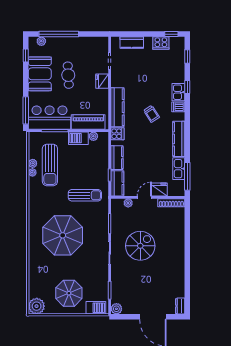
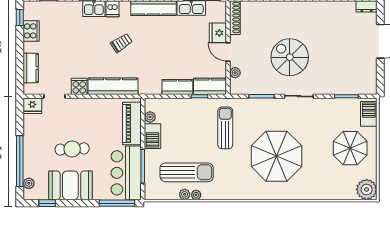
fridge: (102, 81) -> (32, 106), moved
cooker: (117, 134) -> (79, 86), moved
plant: (116, 309) -> (370, 88), removed

